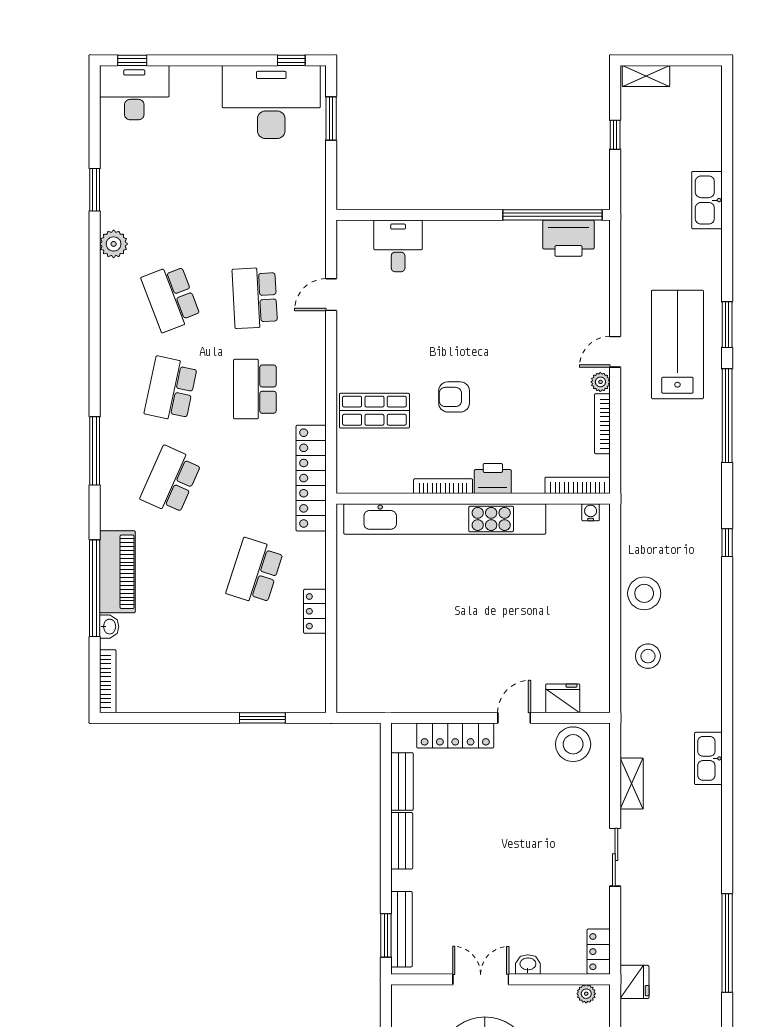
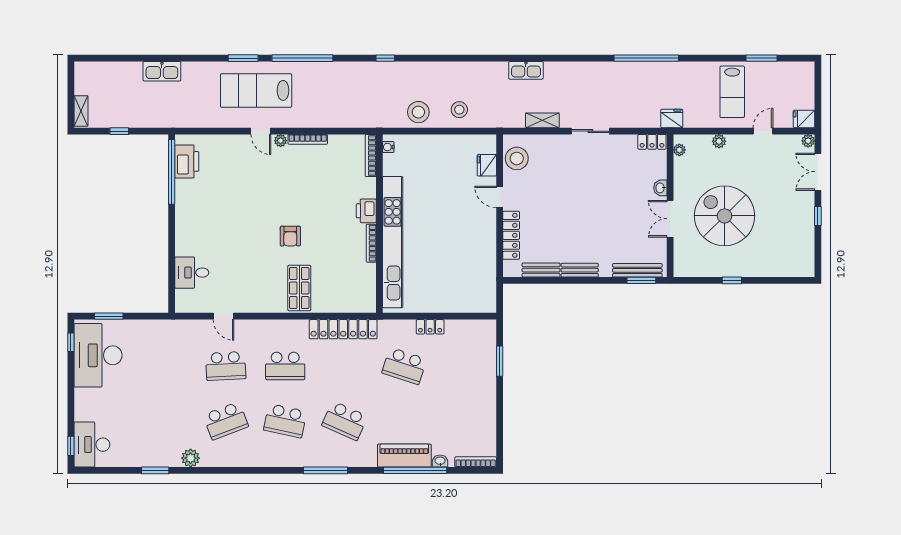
printer: (493, 479) -> (366, 211), moved
bookcase: (578, 485) -> (371, 156), moved
bookcase: (443, 486) -> (371, 243), moved
wall: (473, 499) -> (379, 224), moved
water cooler: (591, 512) -> (388, 147), moved
kitchen unit: (445, 519) -> (393, 242), moved

